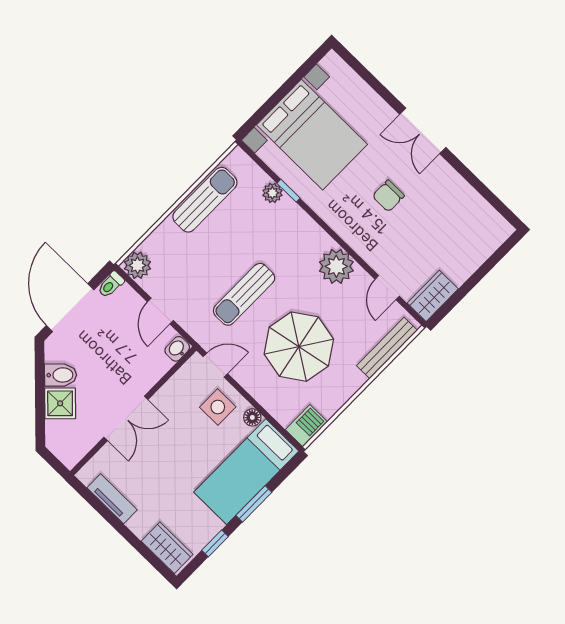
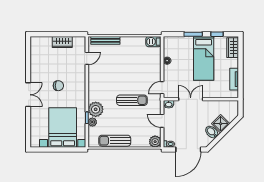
plant: (336, 266) -> (96, 109), moved
wardrobe: (433, 296) -> (62, 42), moved
door: (160, 311) -> (162, 121), swing flipped
parasol: (299, 347) -> (131, 68), removed
door: (215, 365) -> (162, 88), hinge flipped
side table: (218, 407) -> (174, 74), removed
double door: (126, 418) -> (191, 99), moved
bed: (246, 472) -> (204, 58), moved, turned 90

